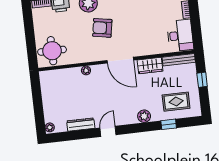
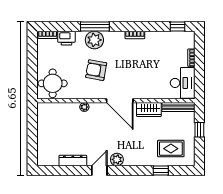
armchair: (102, 28) -> (96, 70), moved
plant: (144, 116) -> (117, 159), moved
plant: (50, 127) -> (41, 160), removed

